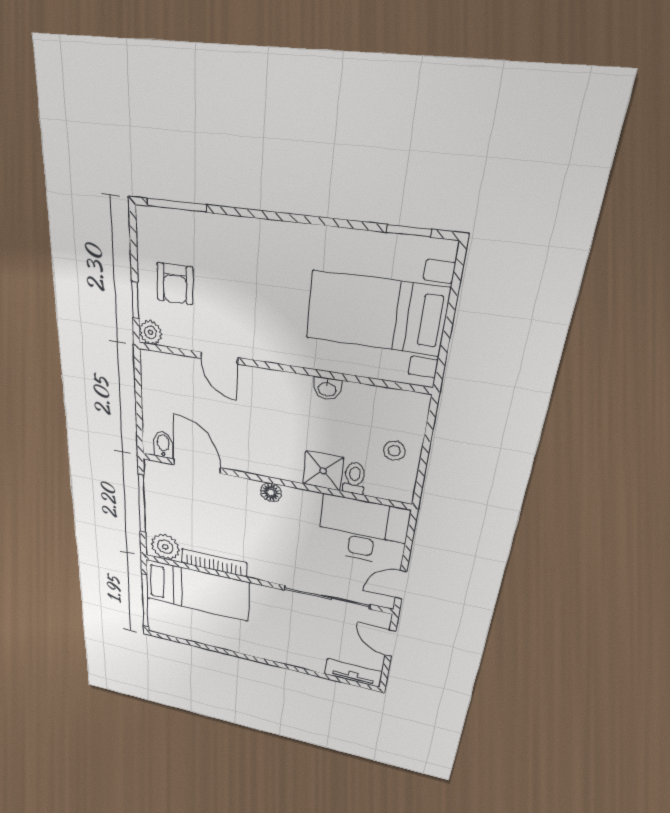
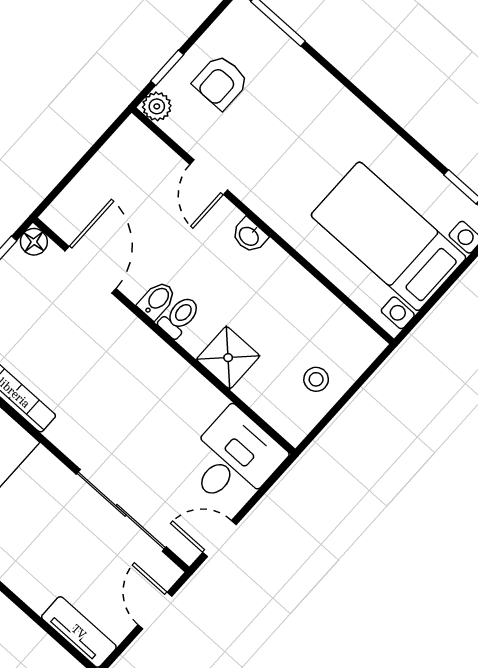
washbasin: (327, 389) -> (249, 236), moved
bidet: (163, 445) -> (157, 300), moved
toilet: (354, 478) -> (180, 317), moved
floor lamp: (271, 492) -> (34, 242), moved
desk: (363, 531) -> (233, 459), width x0.73

